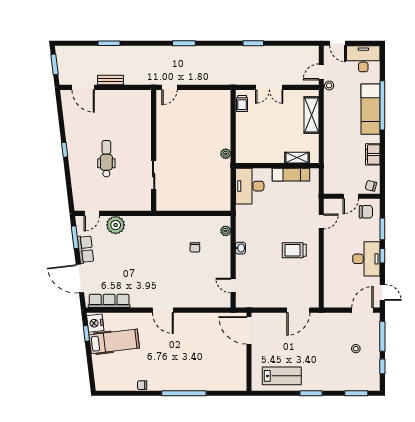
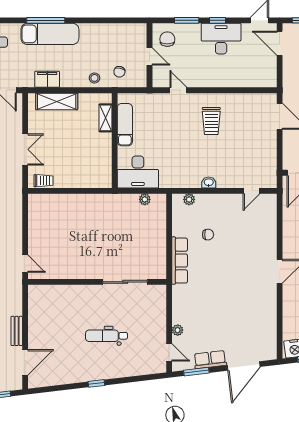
stool: (329, 85) -> (94, 78), moved
window: (382, 105) -> (46, 20), width x0.68
plant: (226, 154) -> (145, 199), moved
filing cabinet: (373, 154) -> (47, 79), moved, turned 180
sliding door: (154, 175) -> (125, 282), width x1.37
chair: (371, 186) -> (119, 72), moved
plant: (116, 225) -> (178, 330), width x0.53, depth x0.53
row of seats: (109, 301) -> (180, 261), moved, turned 180

